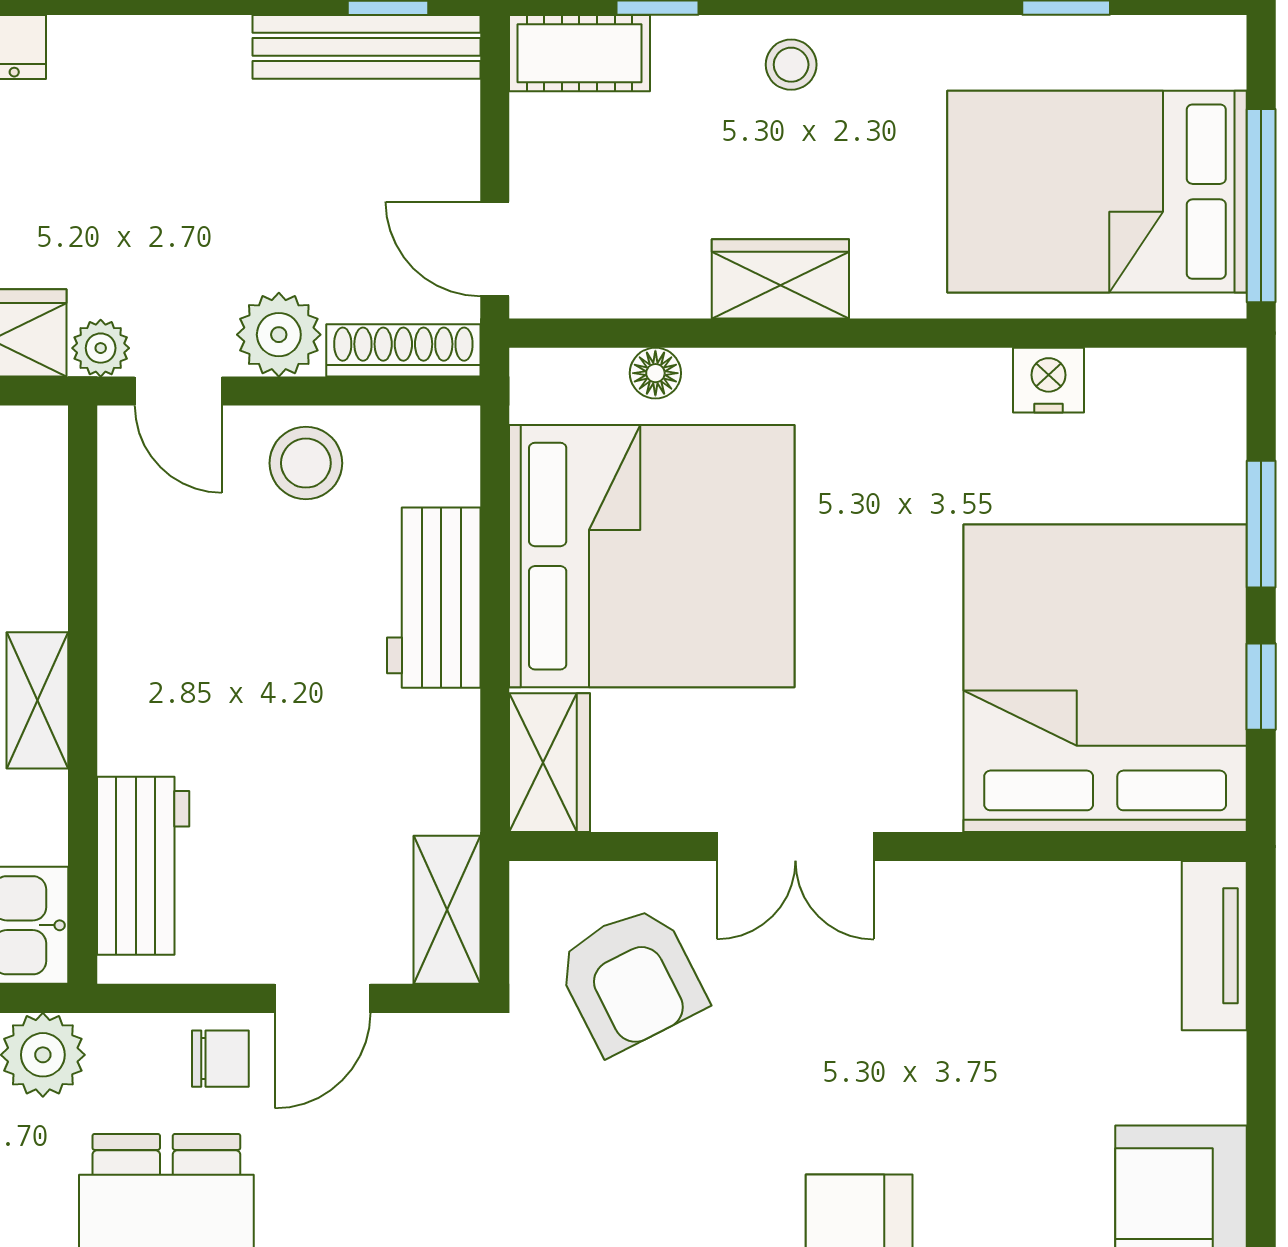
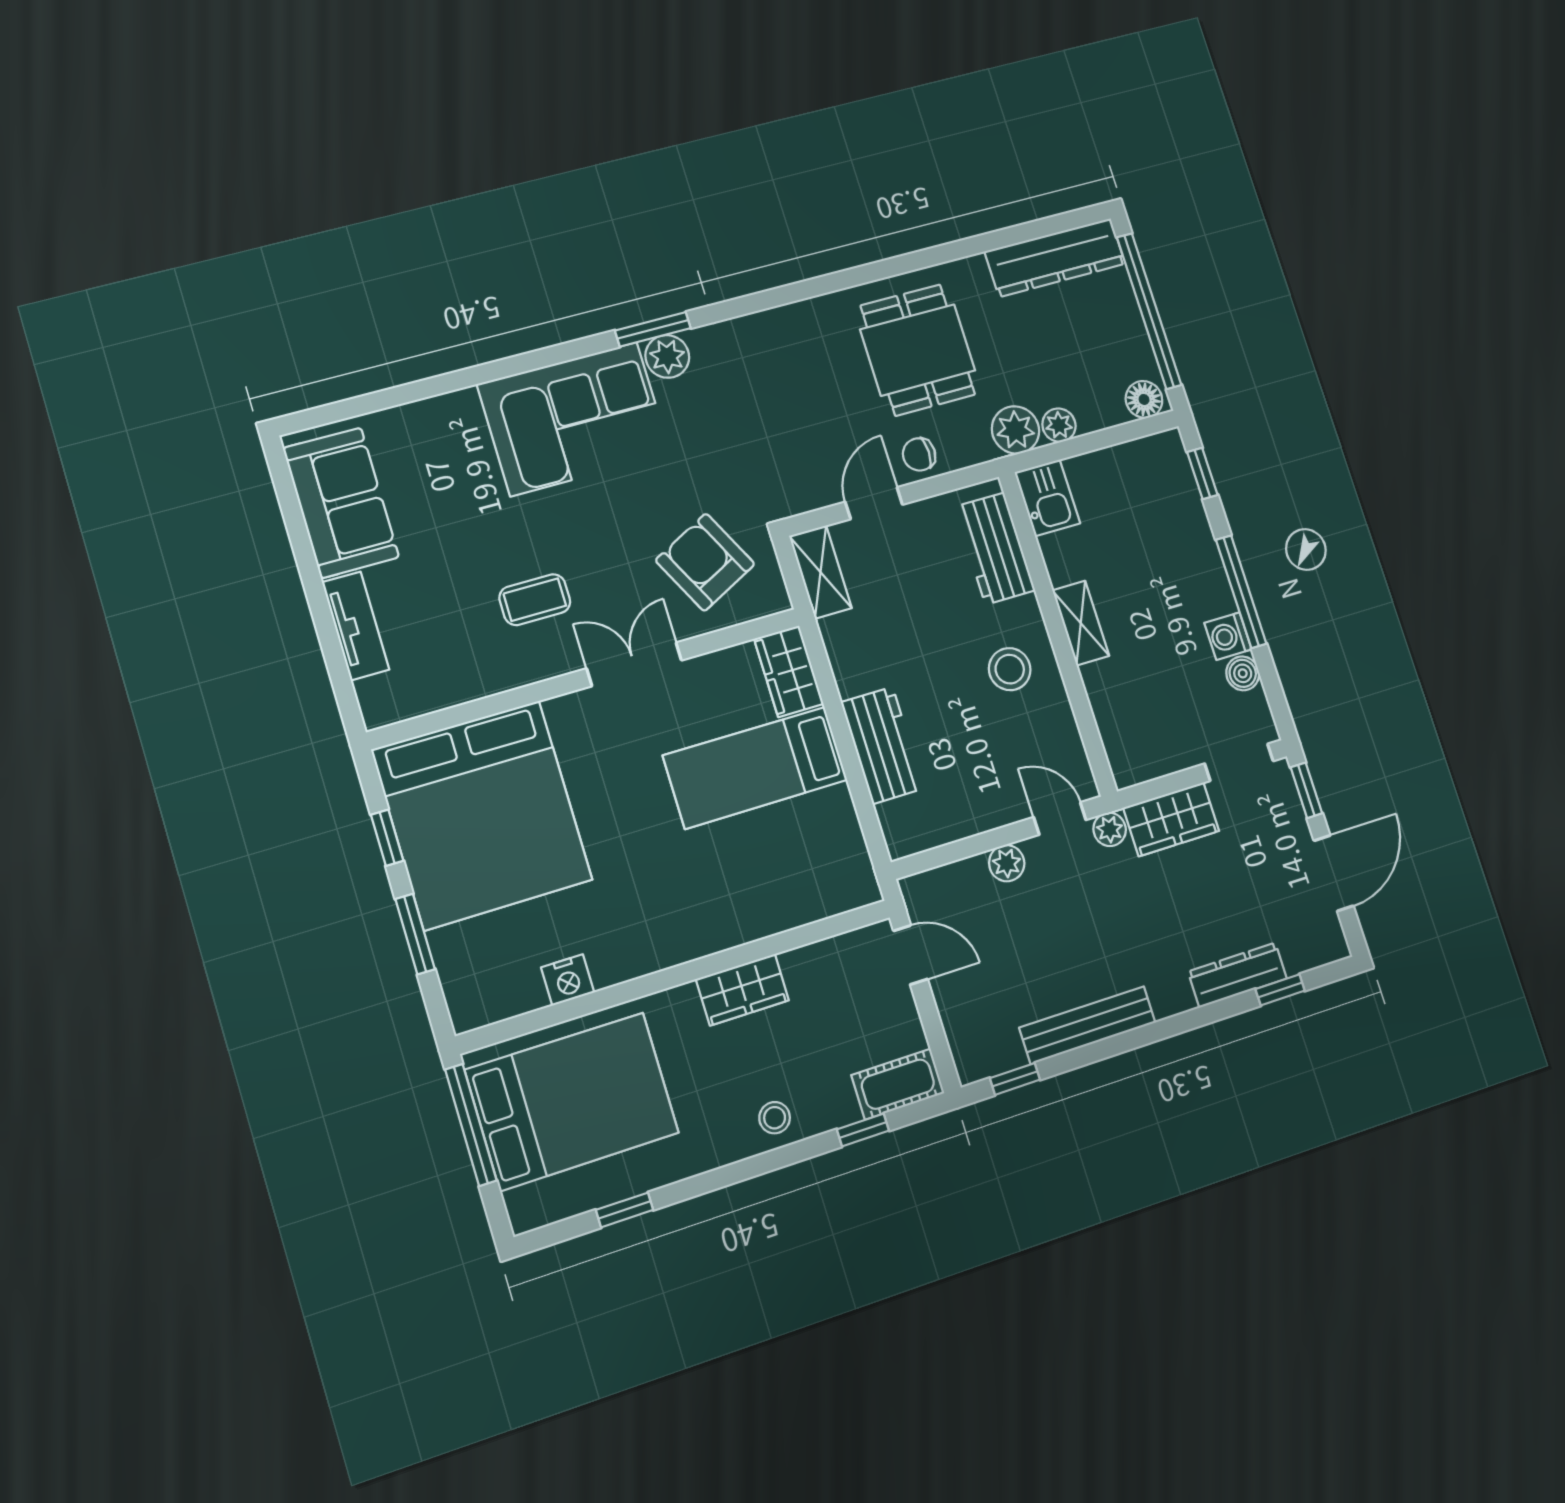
bench: (366, 47) -> (1088, 1025), moved
plant: (279, 335) -> (1007, 863), width x0.73, depth x0.73
shoe rack: (403, 350) -> (943, 880), removed
floor lamp: (655, 373) -> (797, 912), removed
stool: (306, 463) -> (1010, 669), moved
bed: (652, 556) -> (755, 768), width x0.49
tv unit: (1214, 946) -> (356, 626), moved
coffee table: (922, 996) -> (535, 600), added

